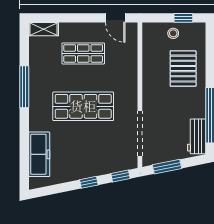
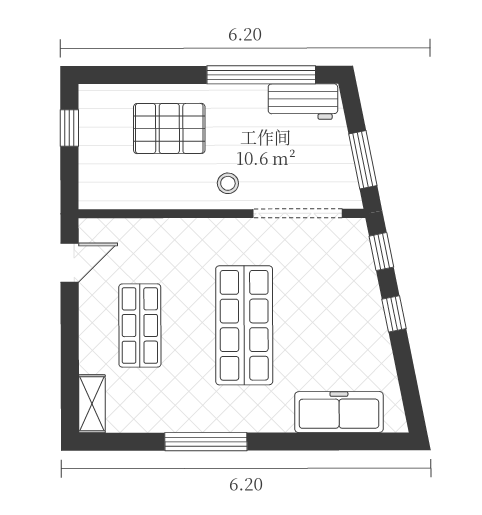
stool: (173, 33) -> (228, 183), moved

